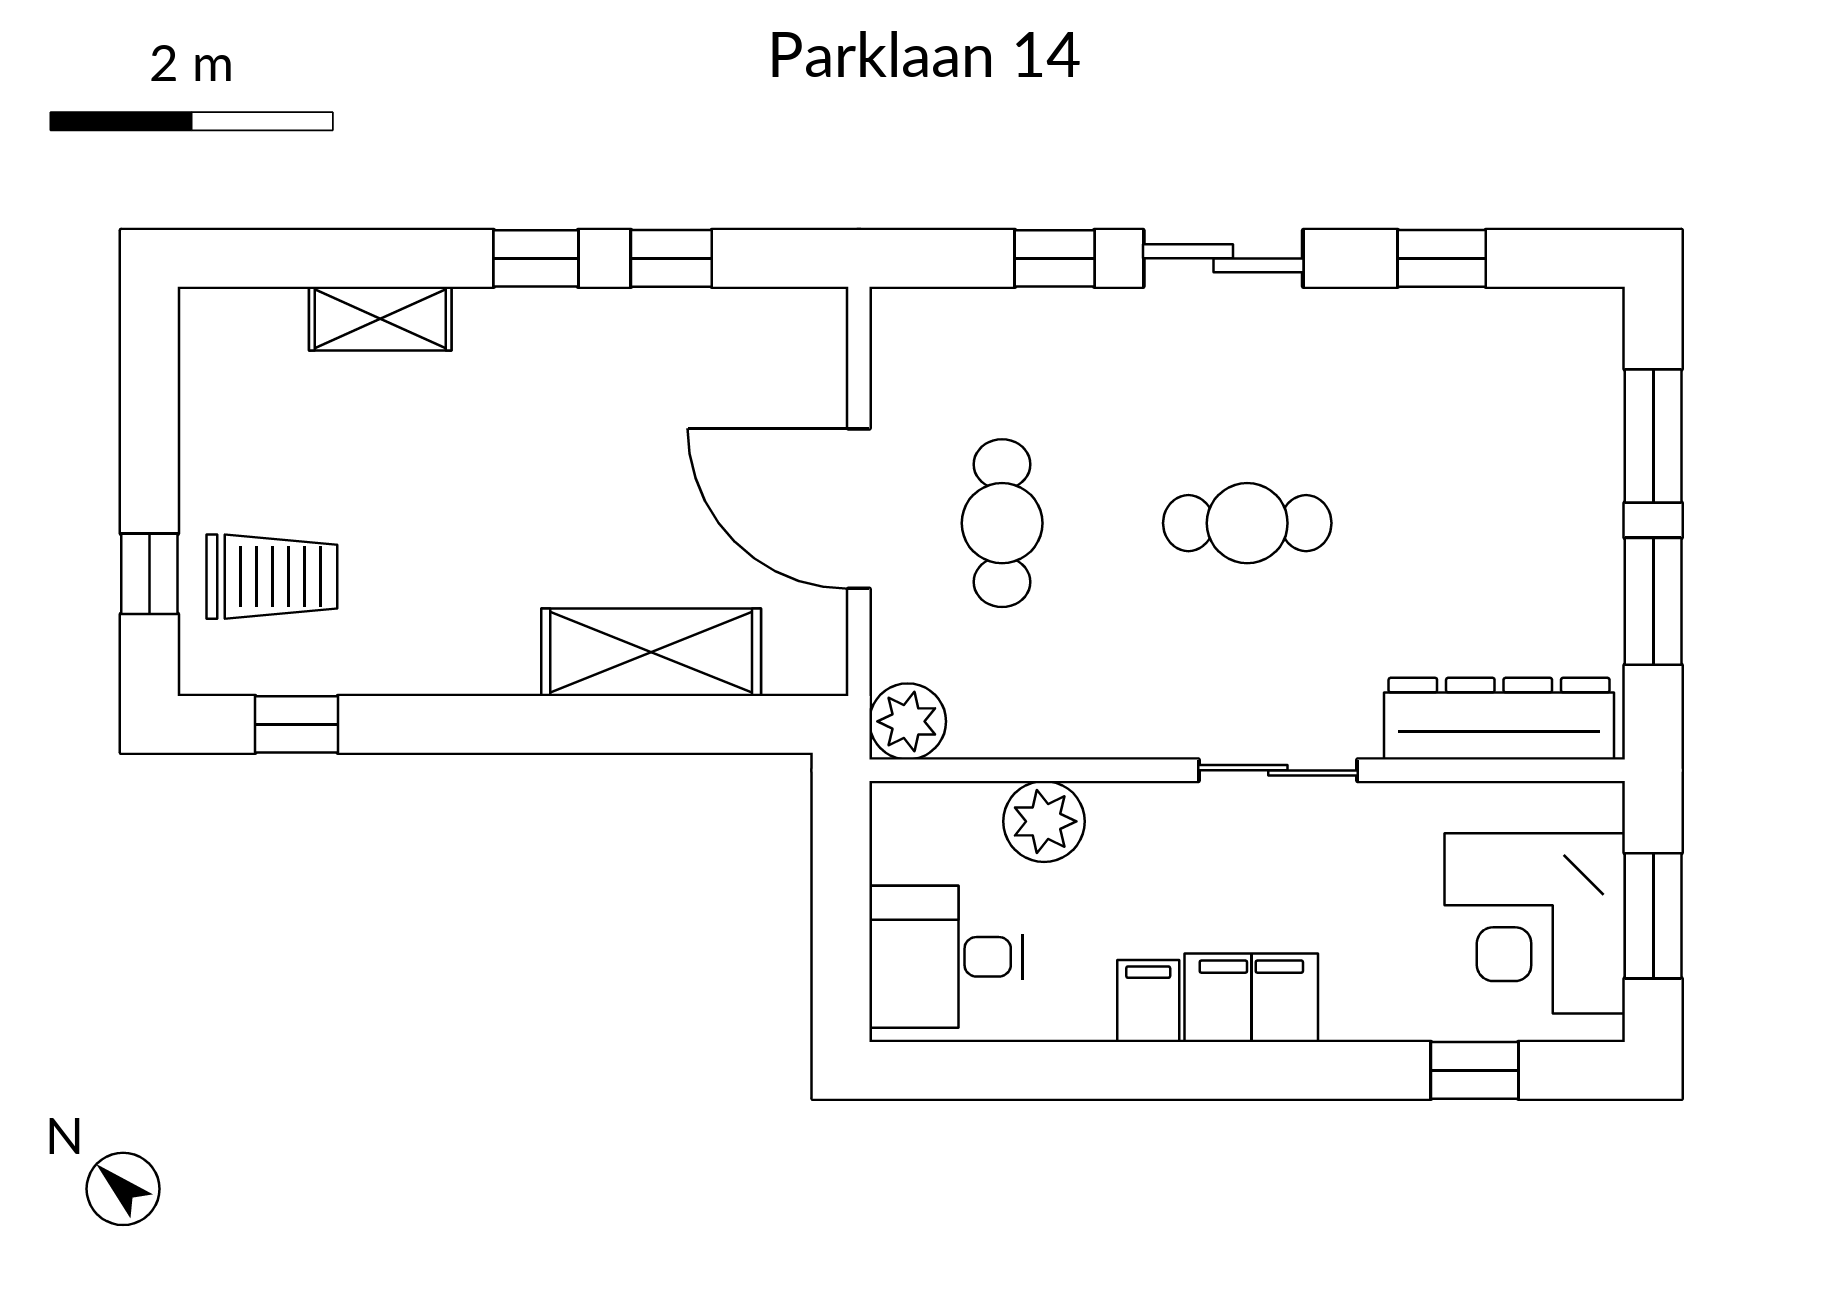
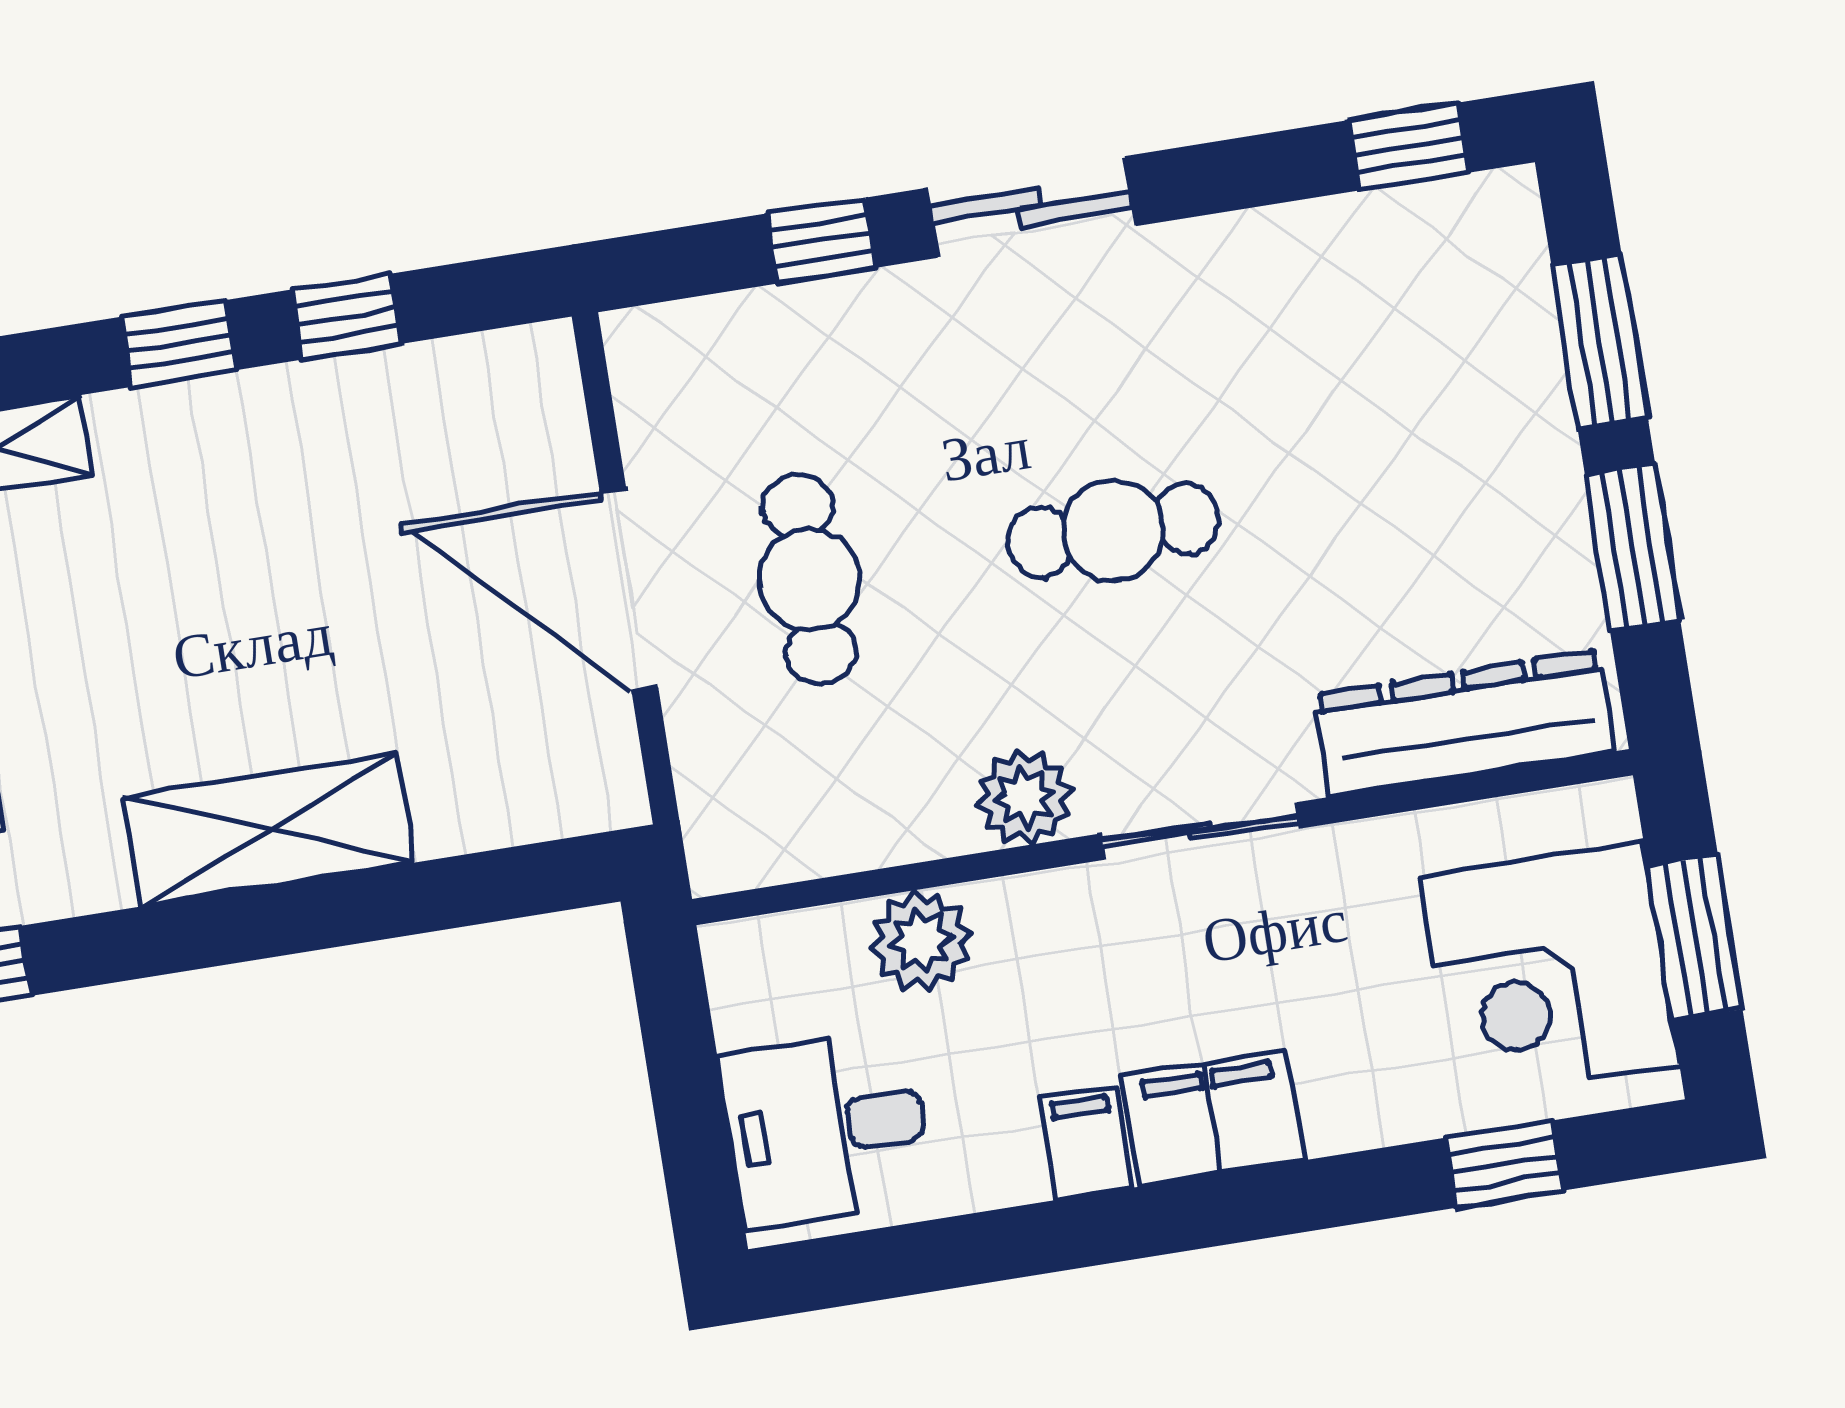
window: (1442, 258) -> (1409, 146), moved
shelving: (651, 652) -> (269, 830), moved
plant: (908, 721) -> (1024, 797), moved

